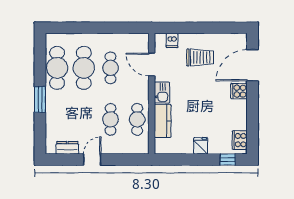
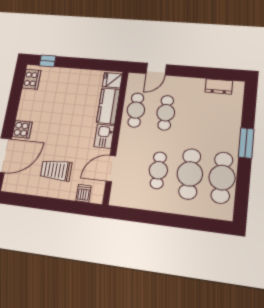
door: (152, 65) -> (111, 169), swing flipped
fridge: (201, 146) -> (112, 80), moved, turned 90
door: (92, 160) -> (156, 69), moved

